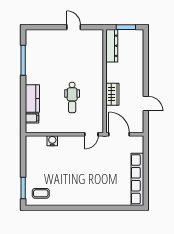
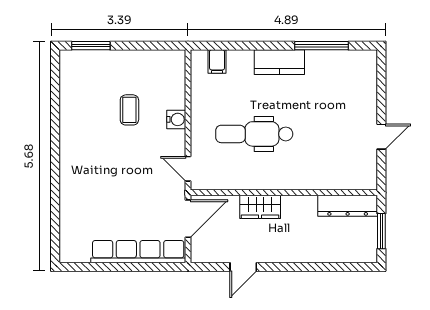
dental chair: (72, 97) -> (254, 134), width x1.36, depth x1.38
kitchen counter: (32, 98) -> (279, 62), moved
water cooler: (52, 141) -> (176, 119), moved
row of seats: (137, 179) -> (138, 252), moved
coffee table: (41, 193) -> (129, 110), moved

